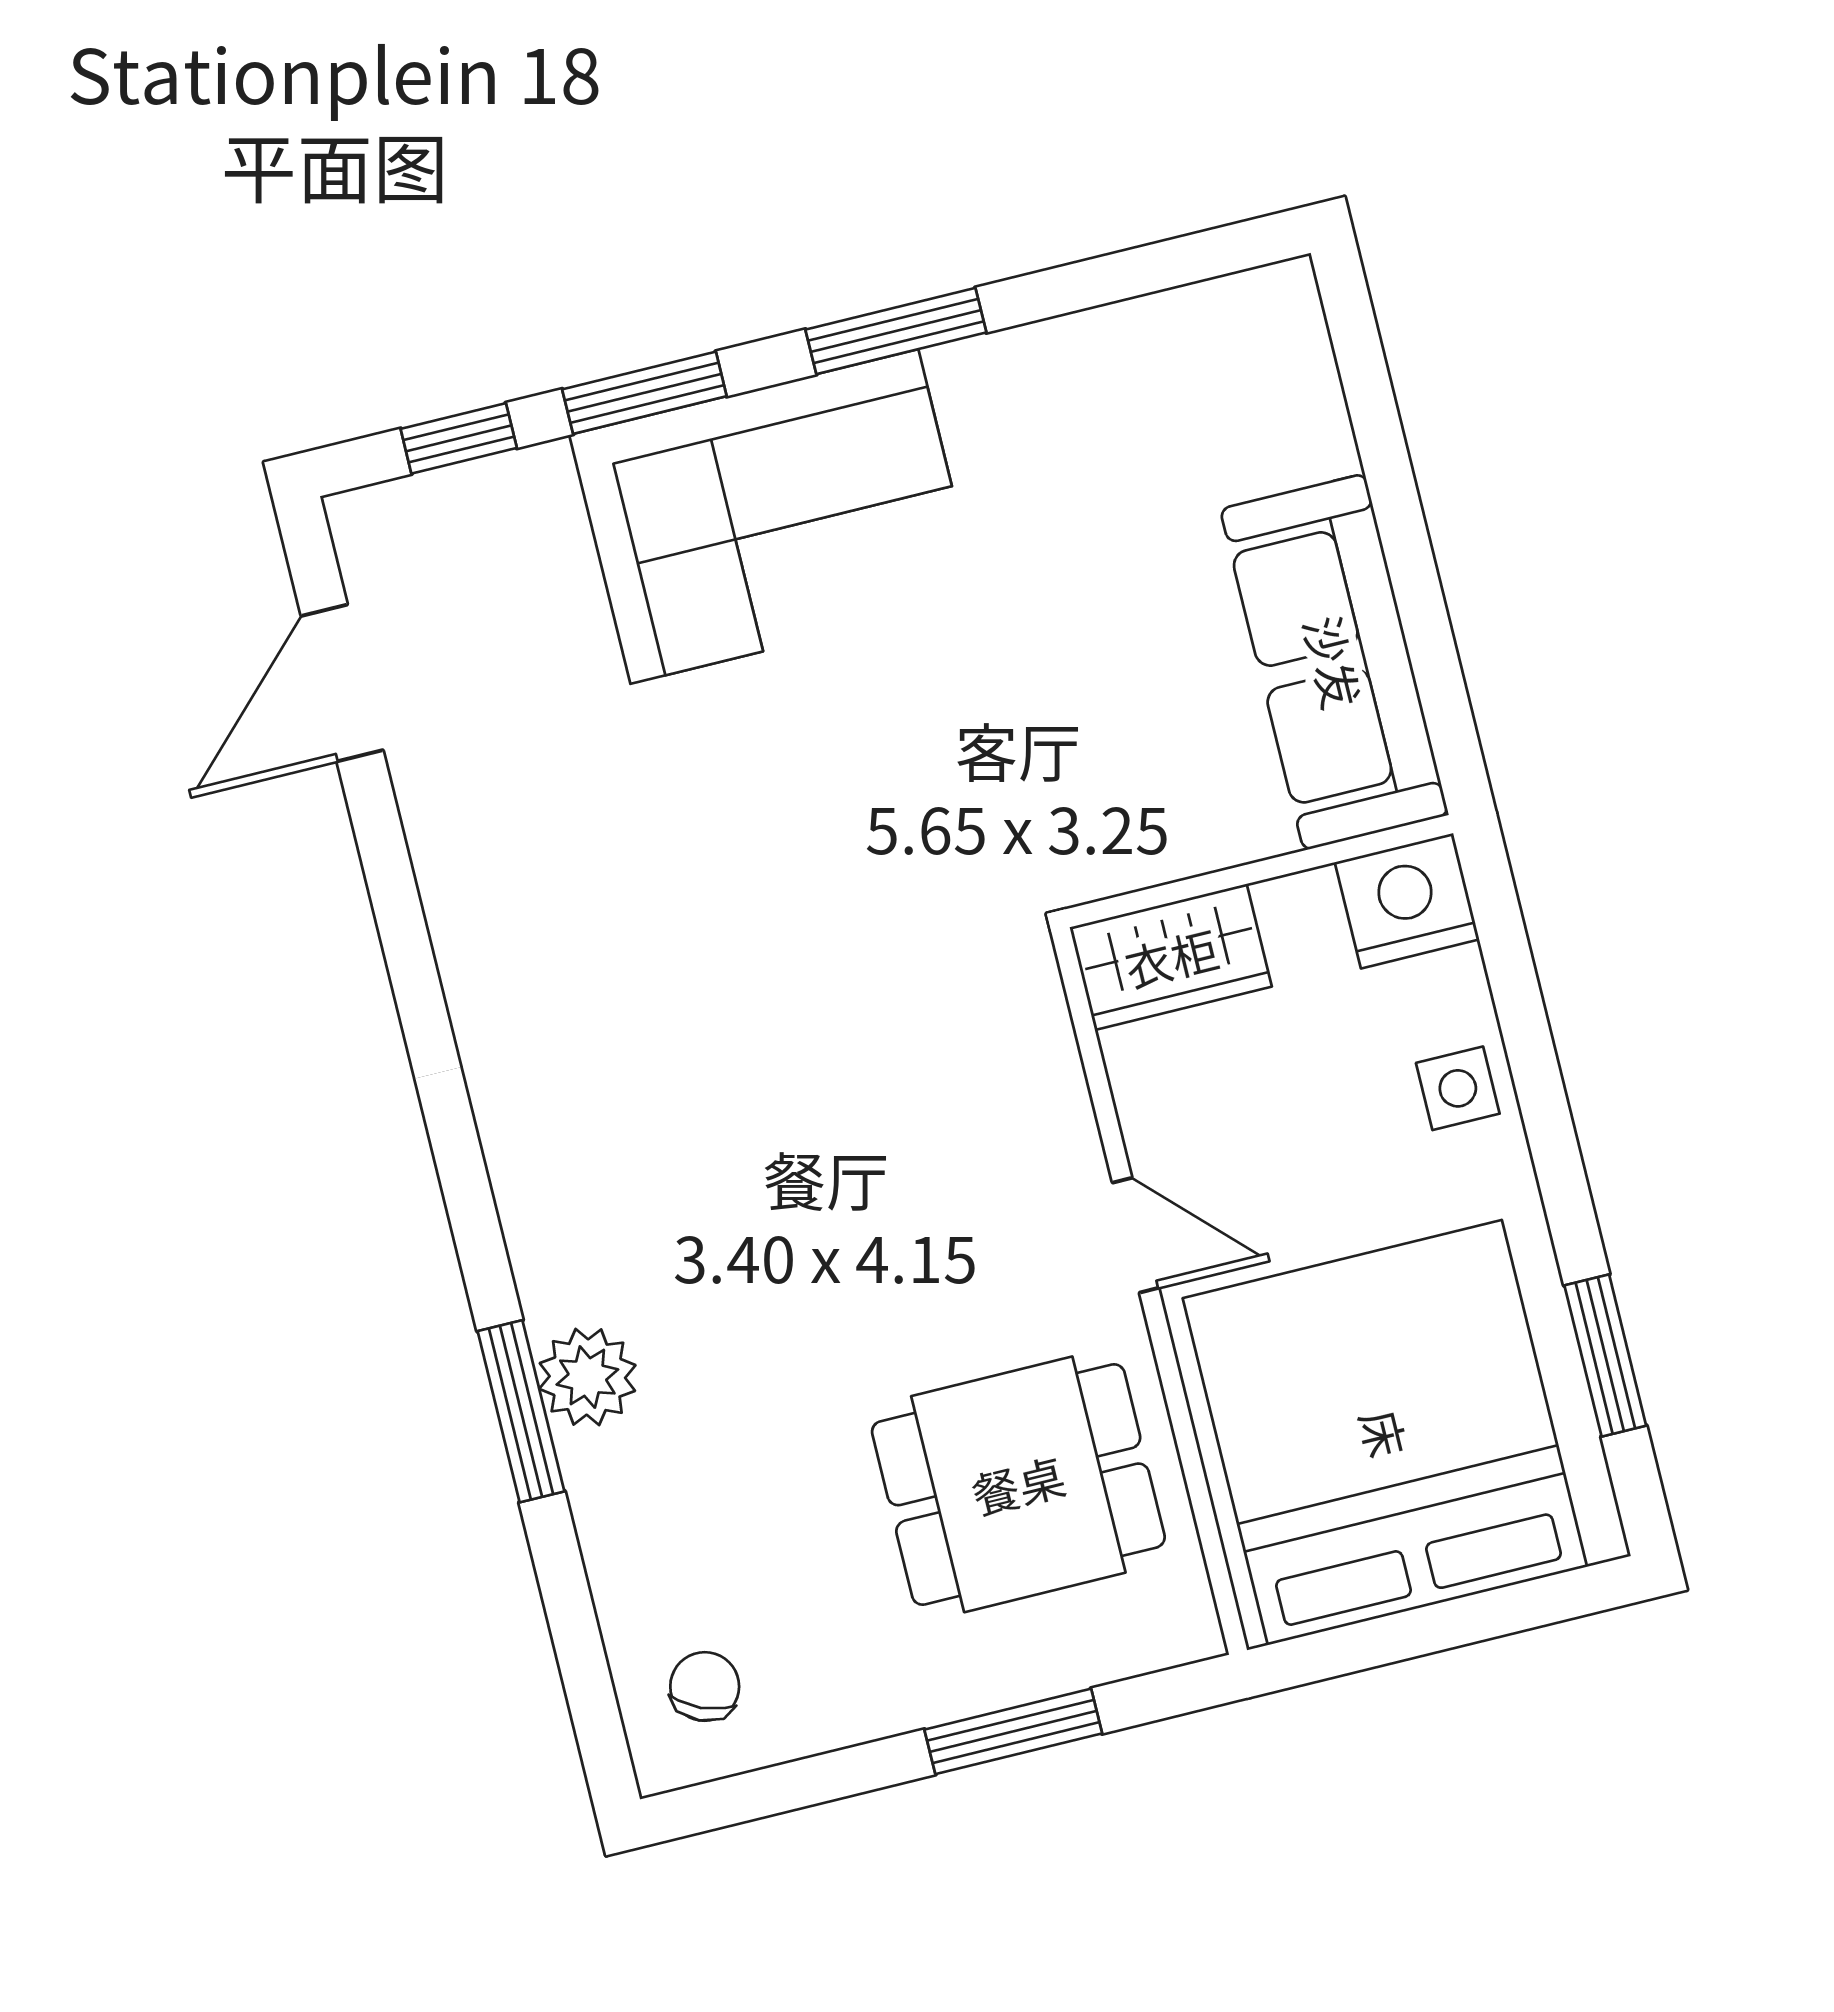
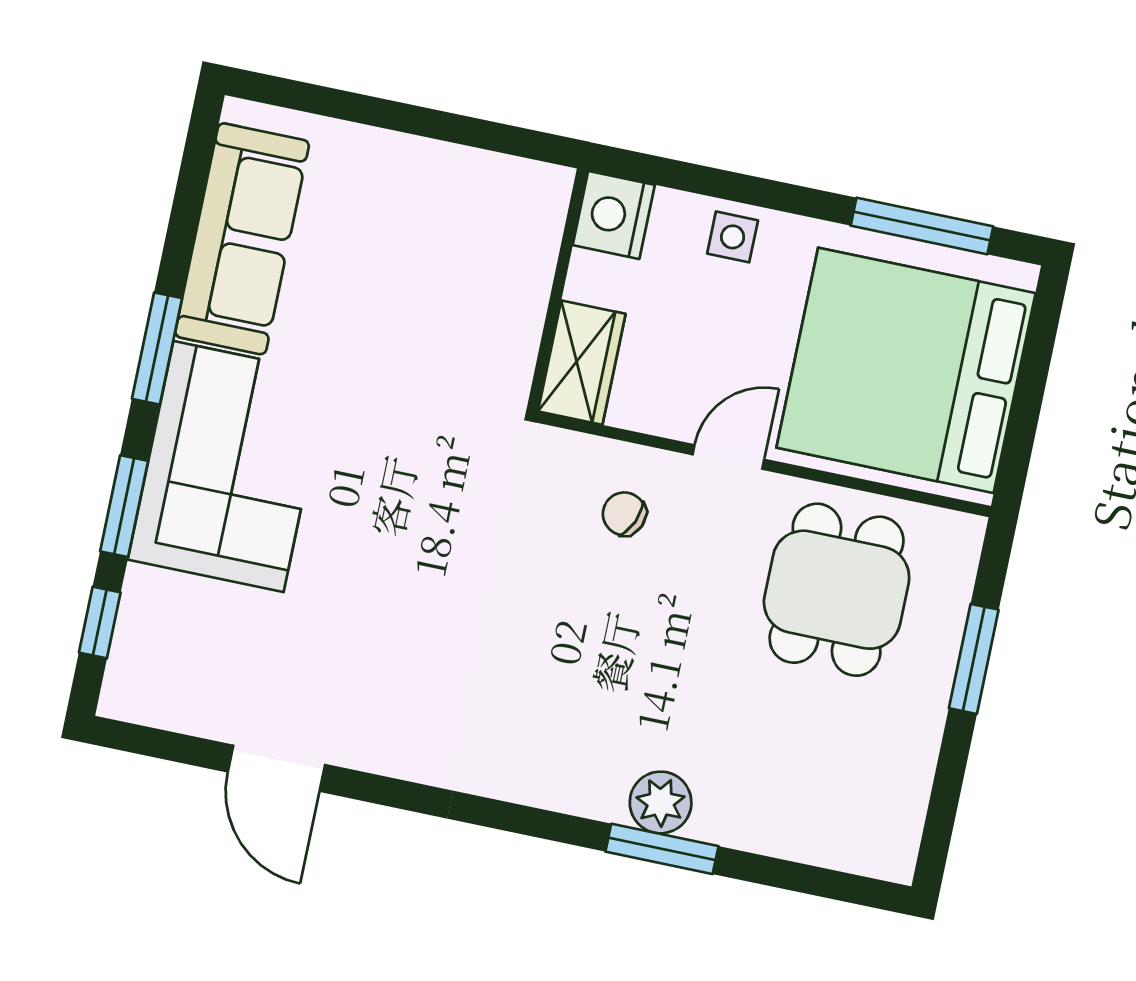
sofa: (1334, 662) -> (242, 239), moved, turned -90
door: (342, 683) -> (276, 768), moved
window: (1605, 1355) -> (922, 226), width x1.44
chair: (705, 1686) -> (624, 514), moved

